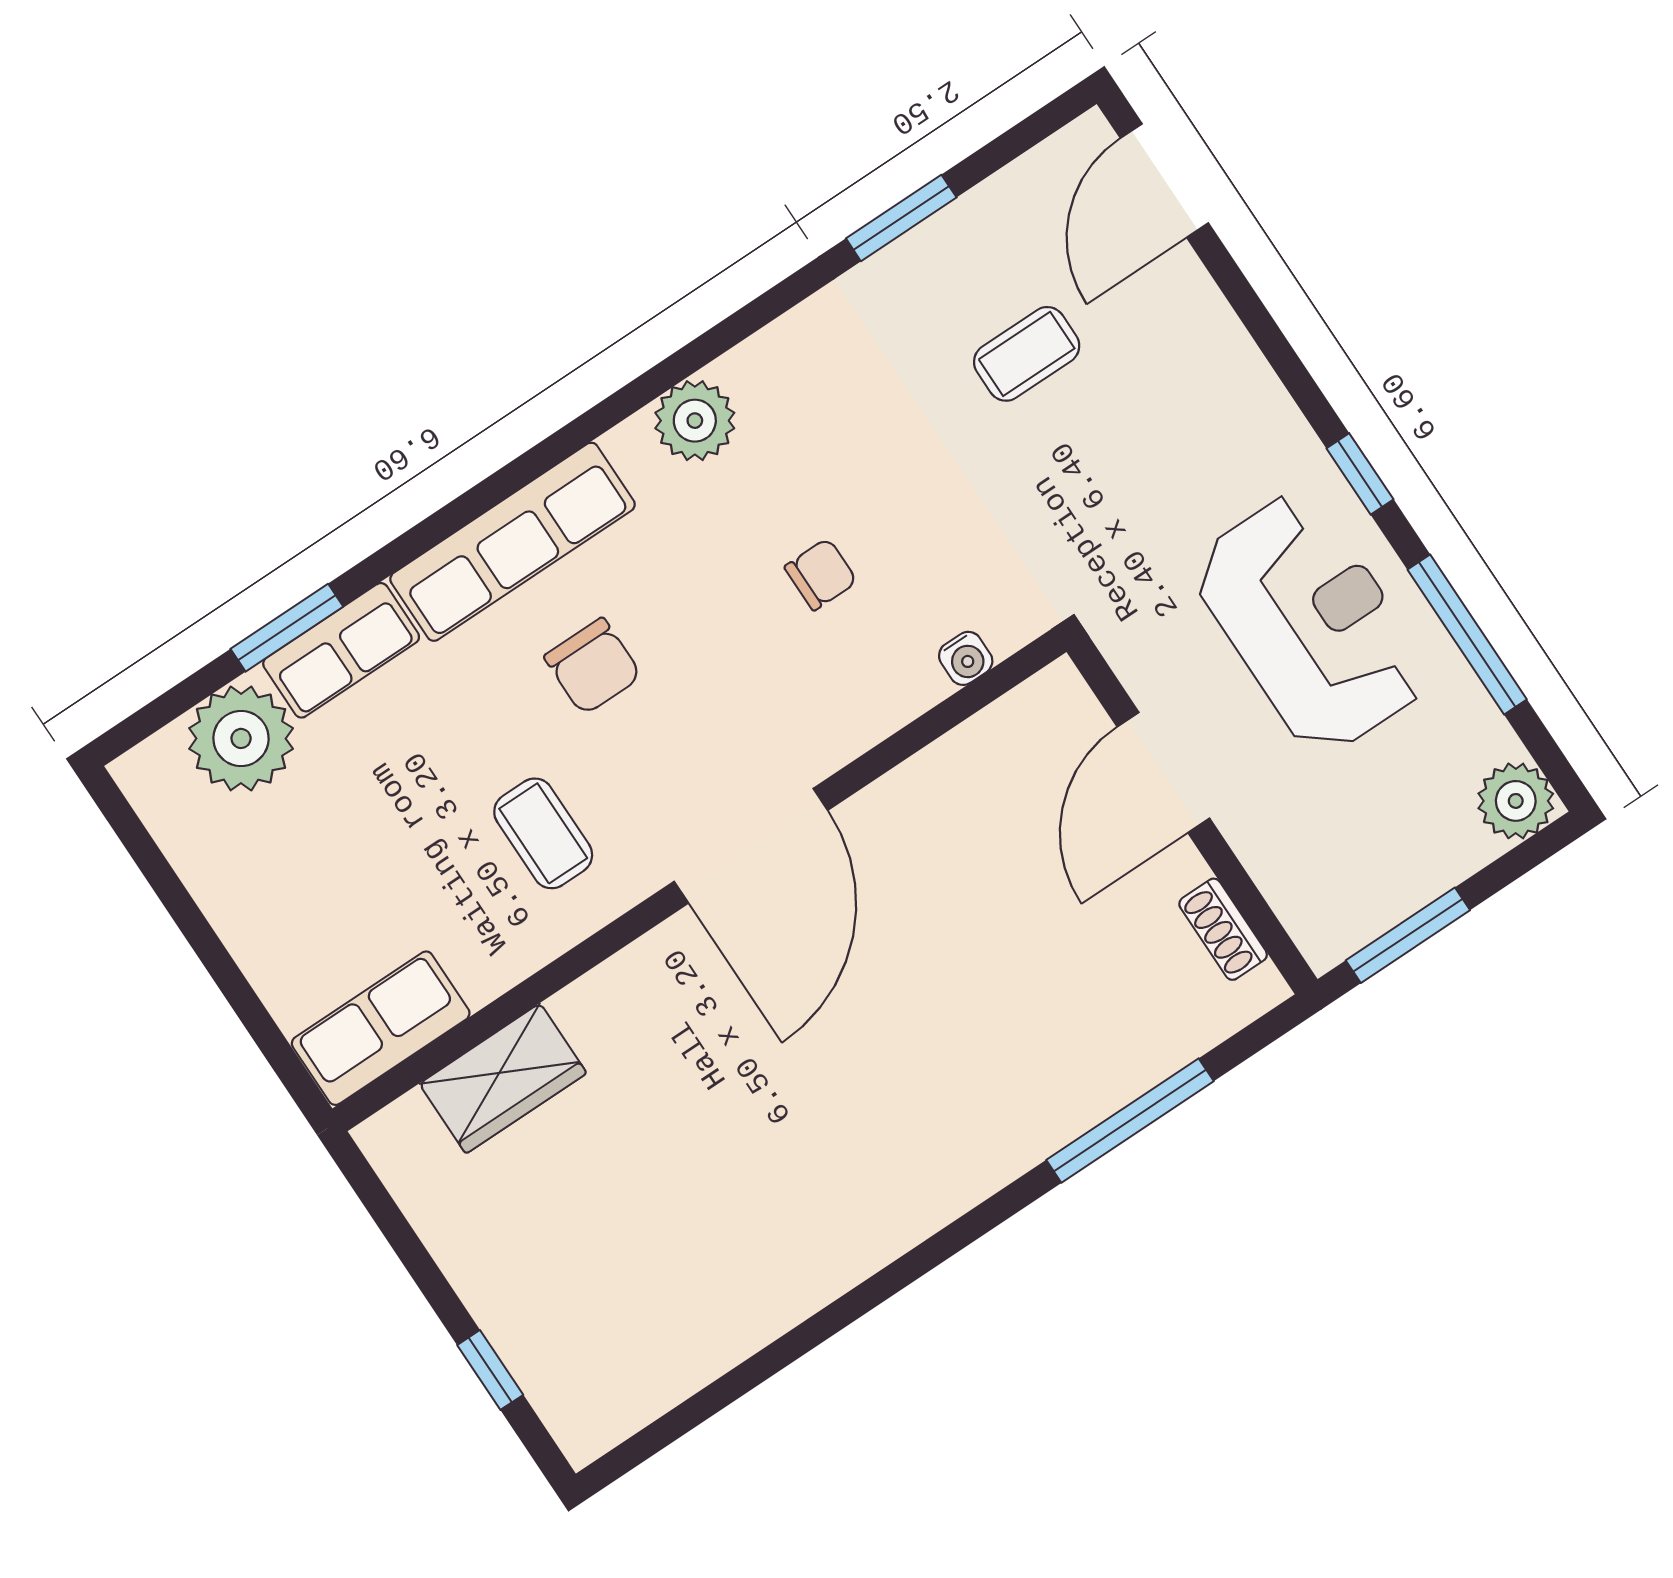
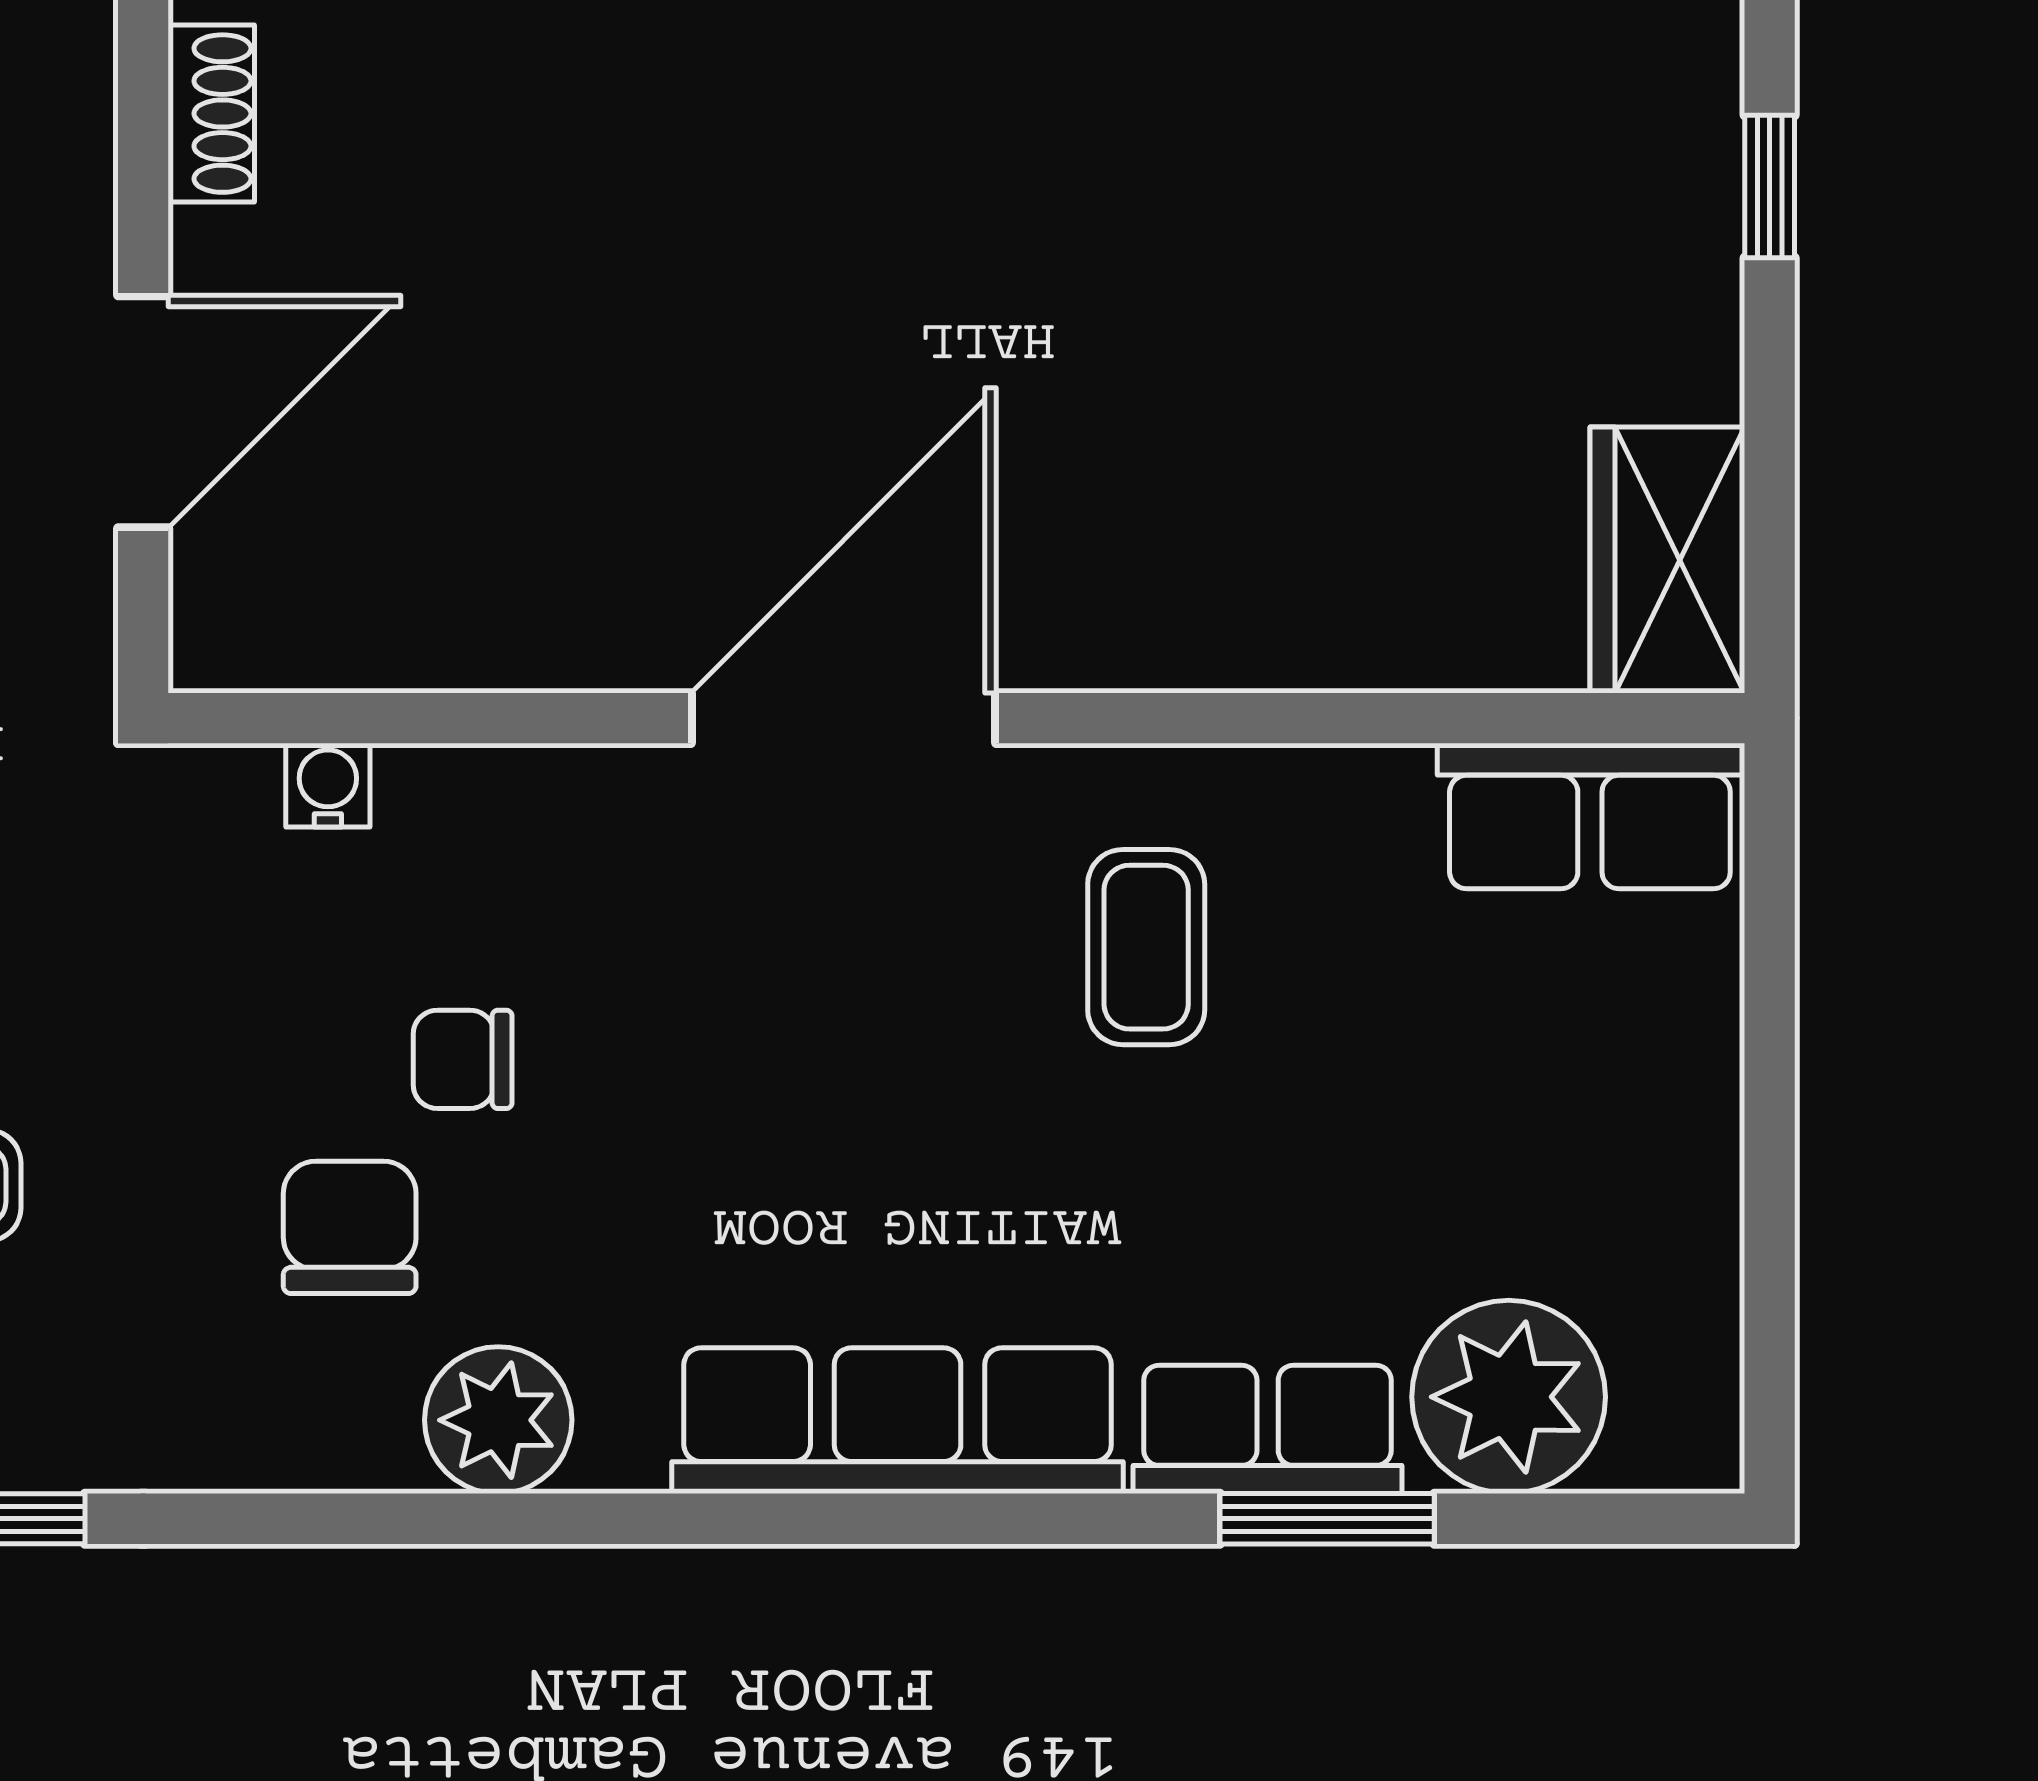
chair: (593, 666) -> (350, 1227), moved
wardrobe: (503, 1078) -> (1667, 560), moved, turned -90

